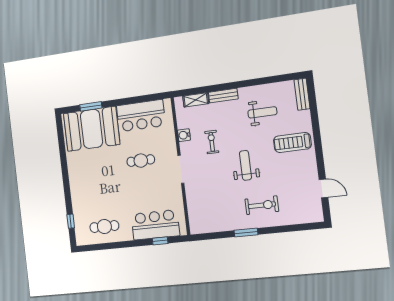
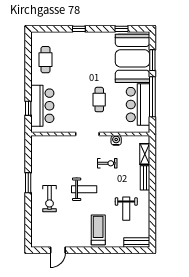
window: (130, 101) -> (152, 97), added
window: (62, 145) -> (122, 29), added
window: (71, 221) -> (79, 29), moved

